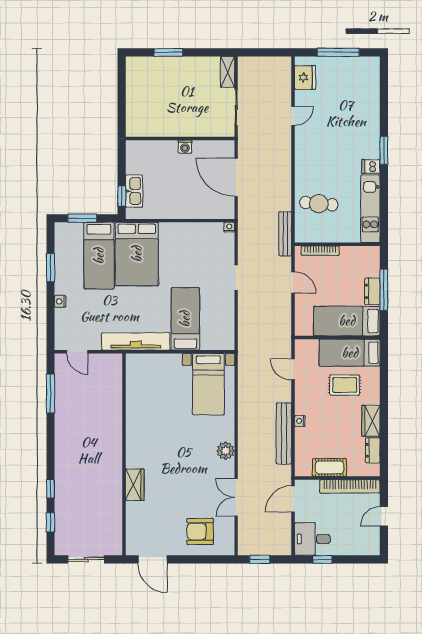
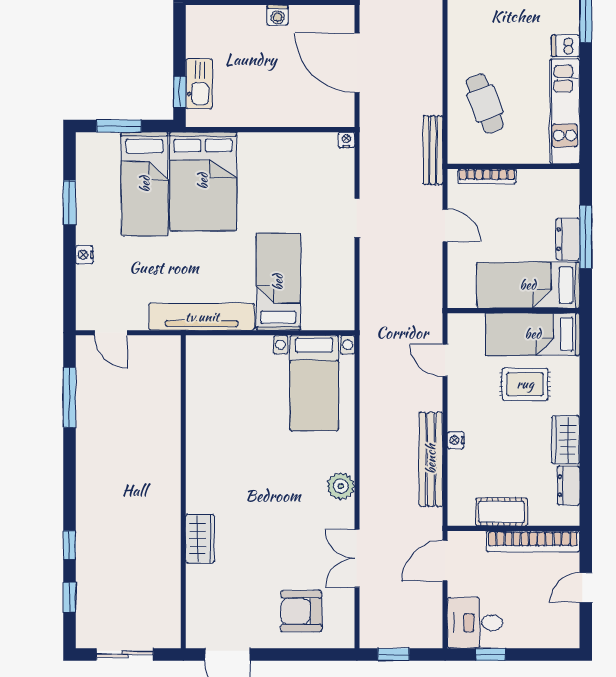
cafe table: (319, 204) -> (485, 103), turned 64

